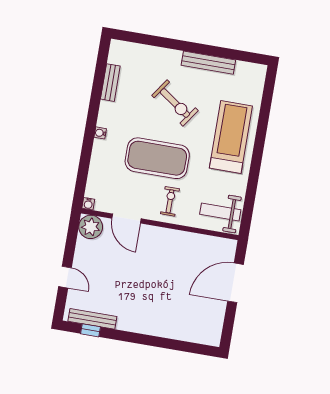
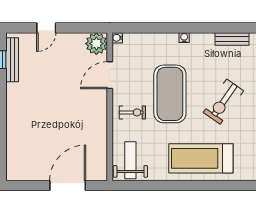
treadmill: (231, 137) -> (201, 158), turned 180
door: (235, 283) -> (68, 185), hinge flipped

